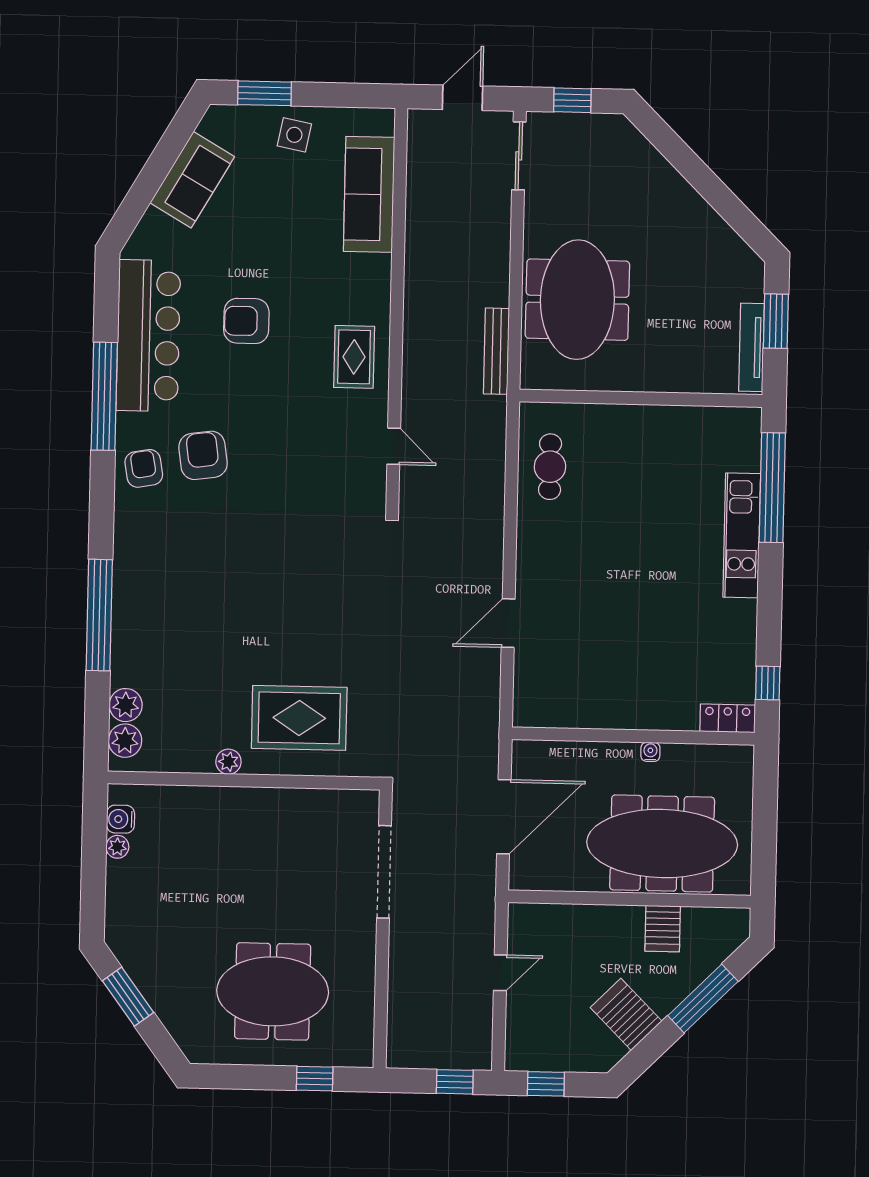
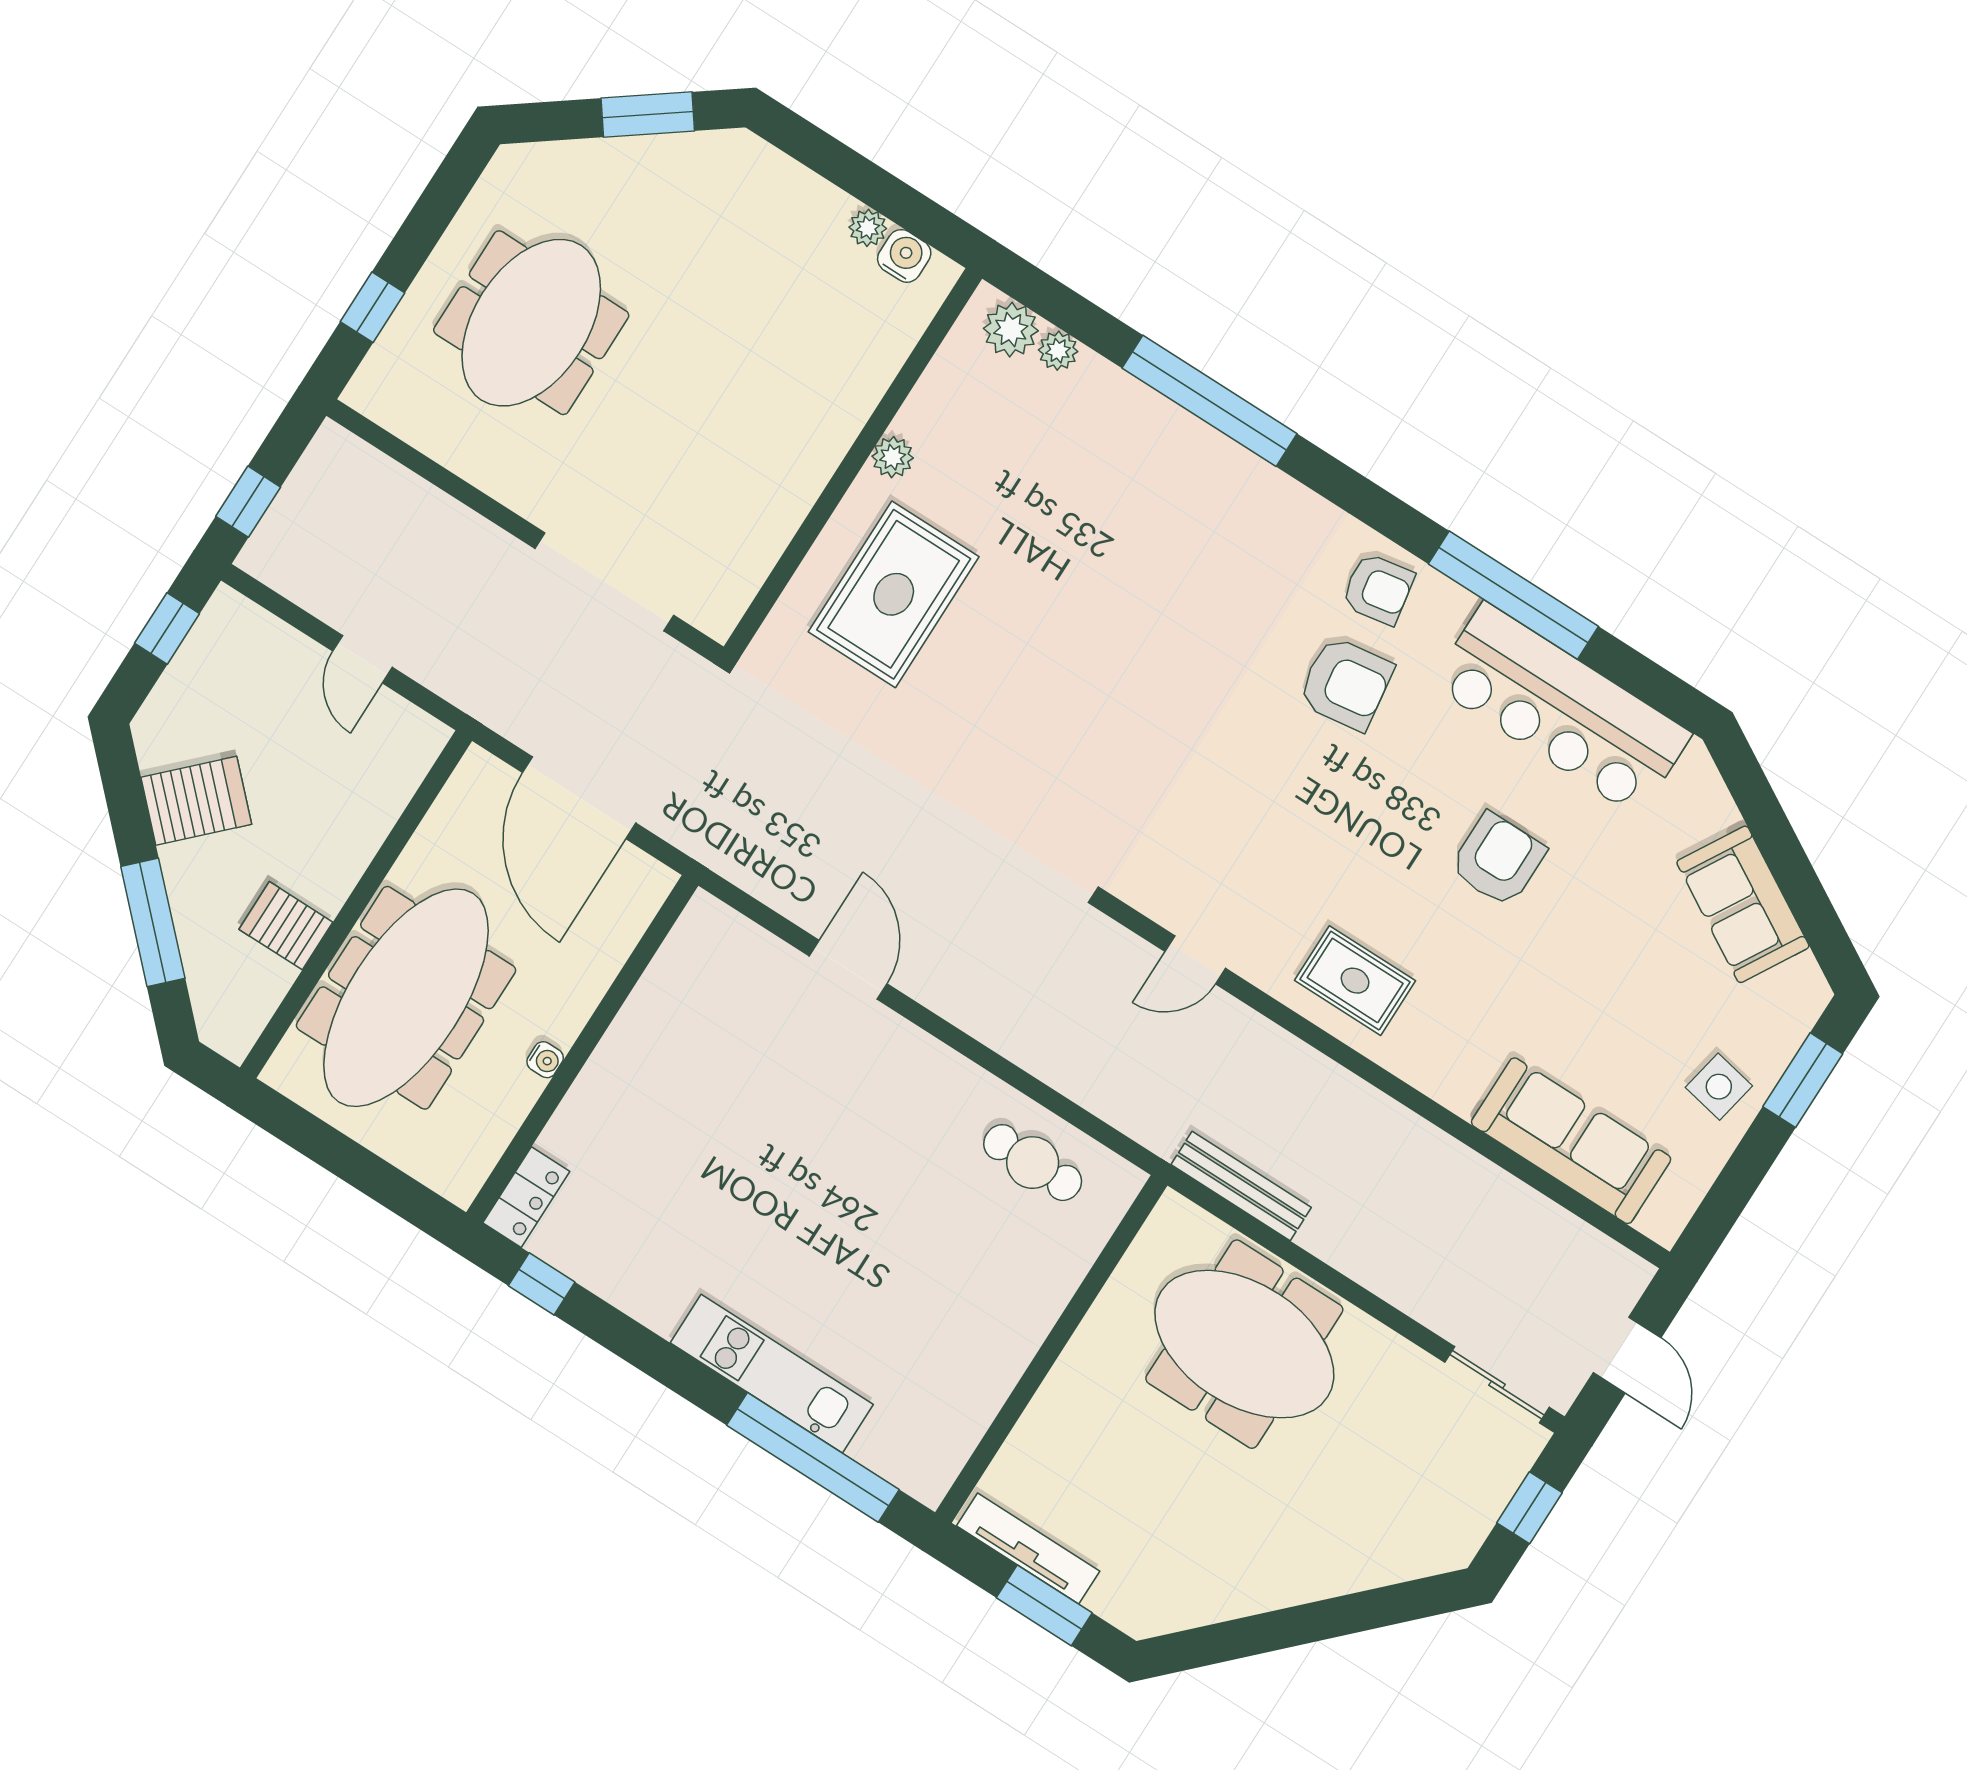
plant: (126, 705) -> (1058, 351), width x0.73, depth x0.73

